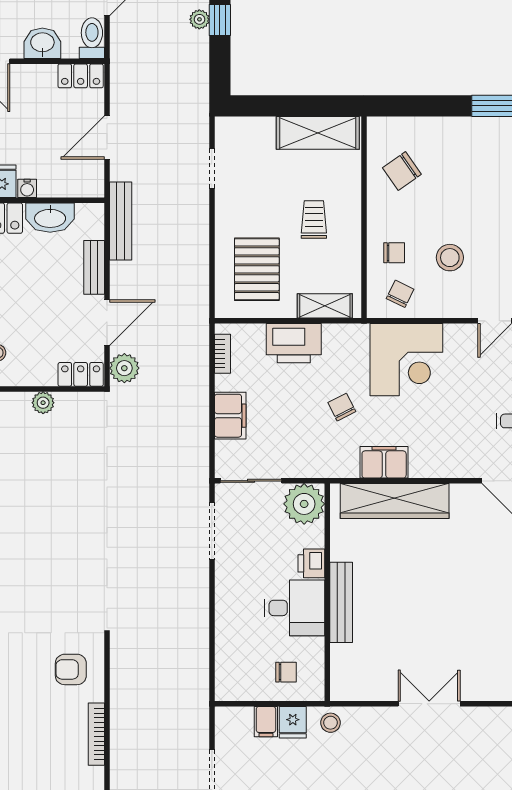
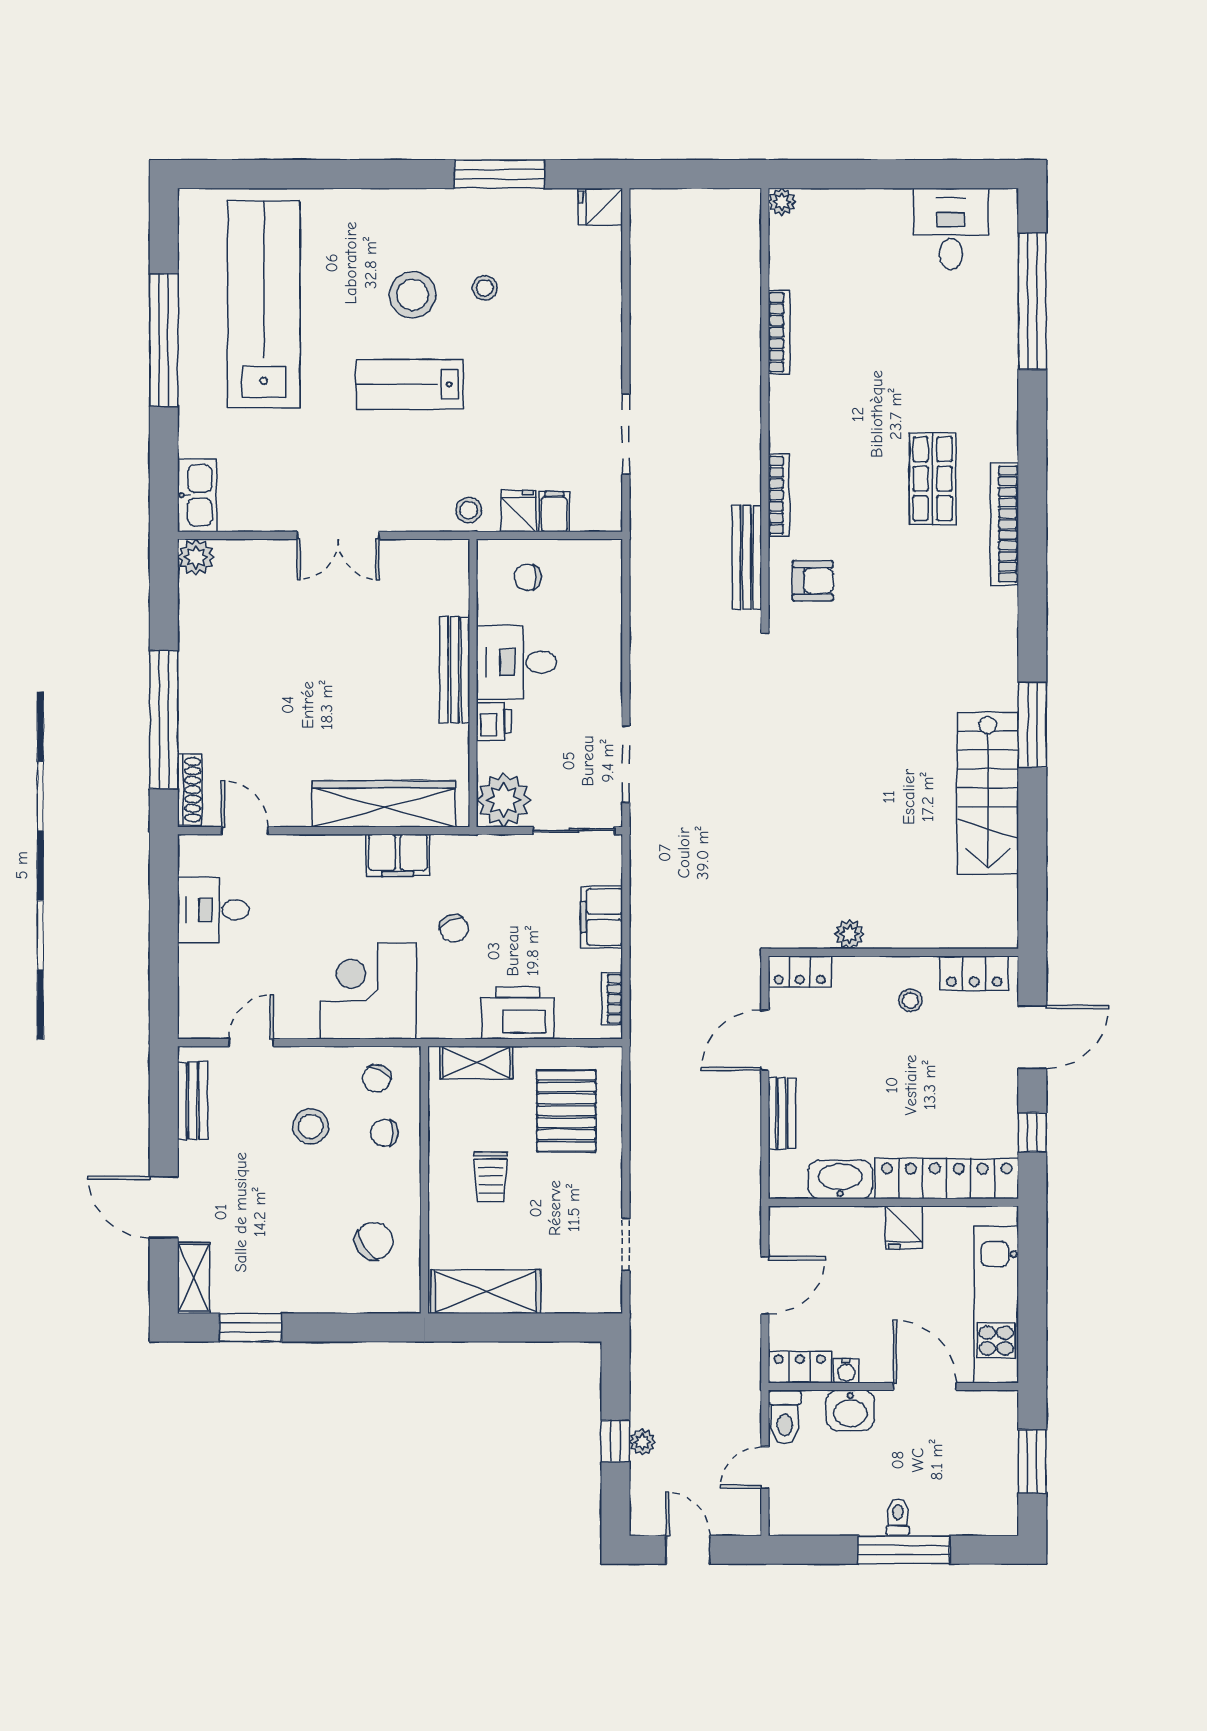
water cooler: (27, 188) -> (846, 1371), moved, turned 180
bench: (121, 221) -> (747, 557), moved
plant: (124, 368) -> (742, 980), removed

